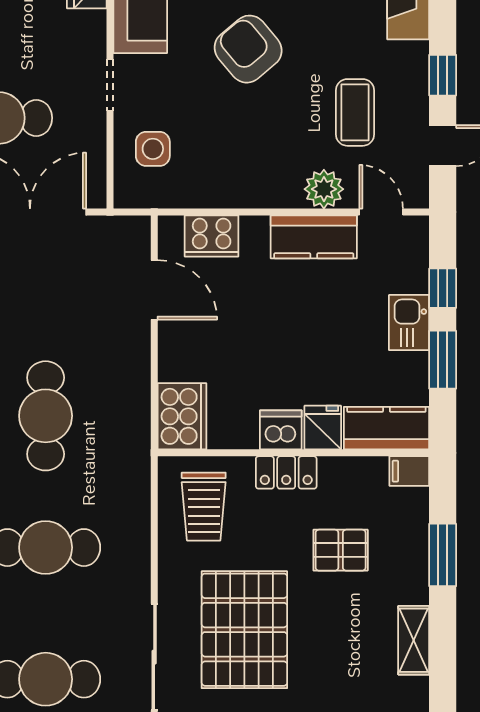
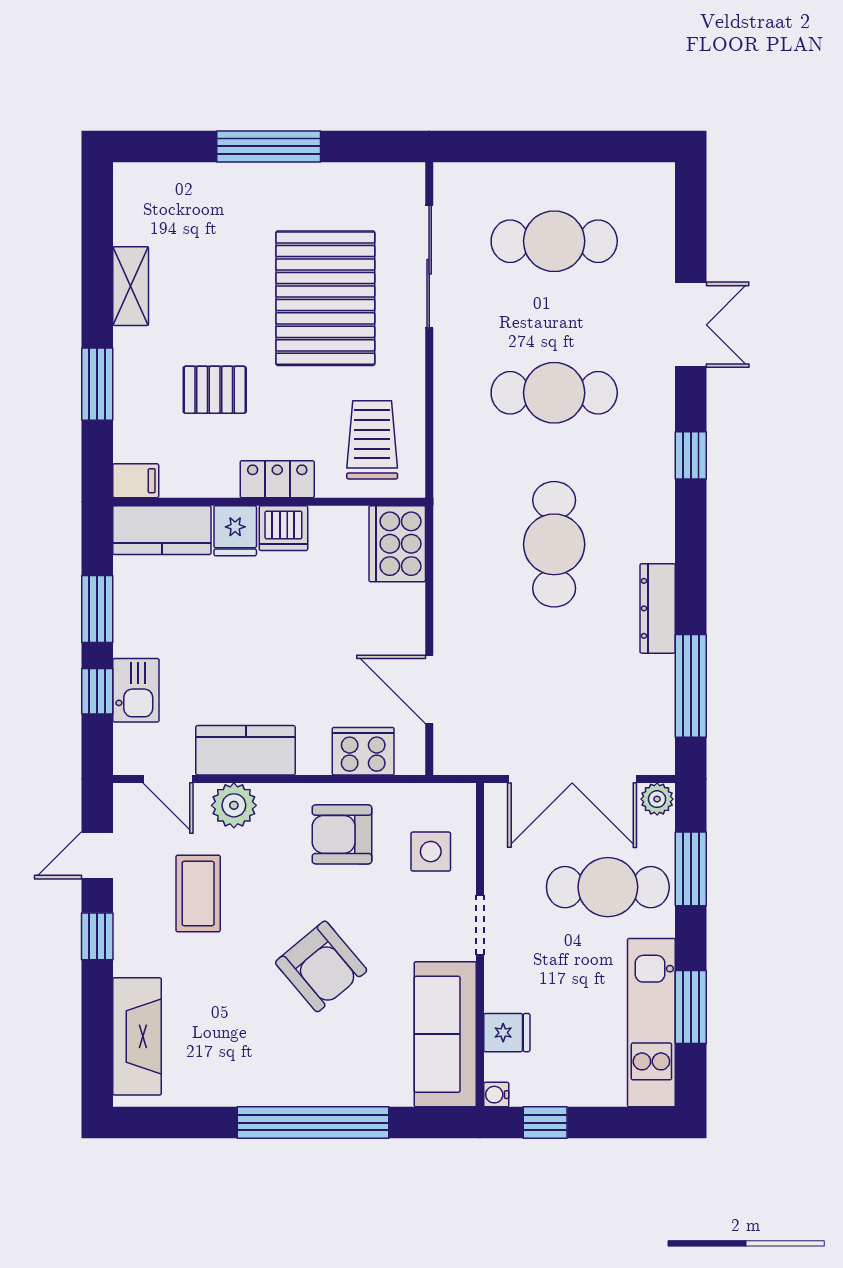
armchair: (230, 164) -> (342, 834), added
kitchen sink: (409, 323) -> (136, 690), moved

